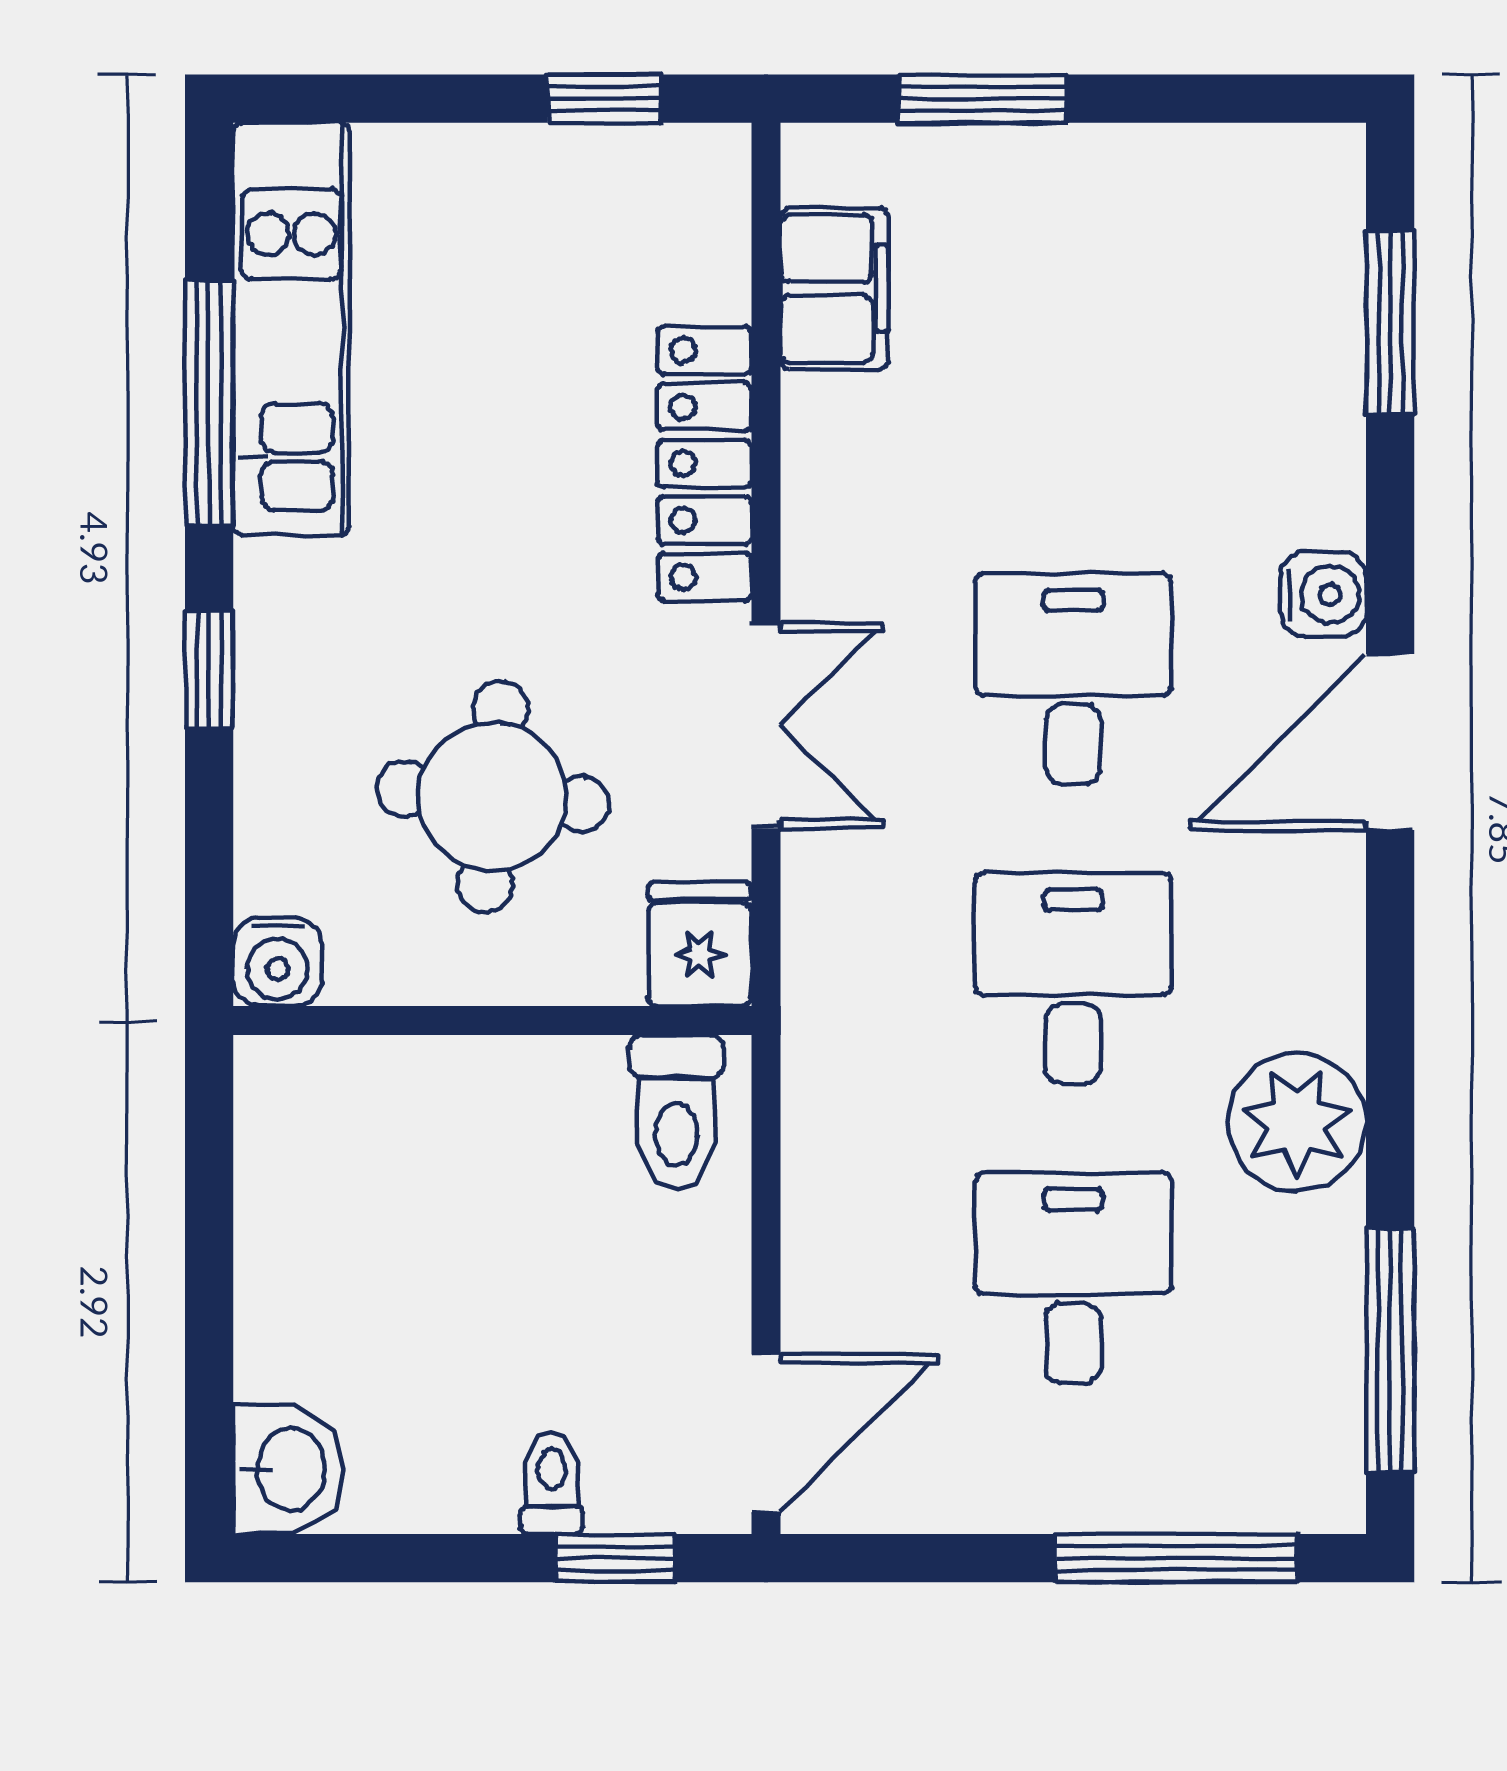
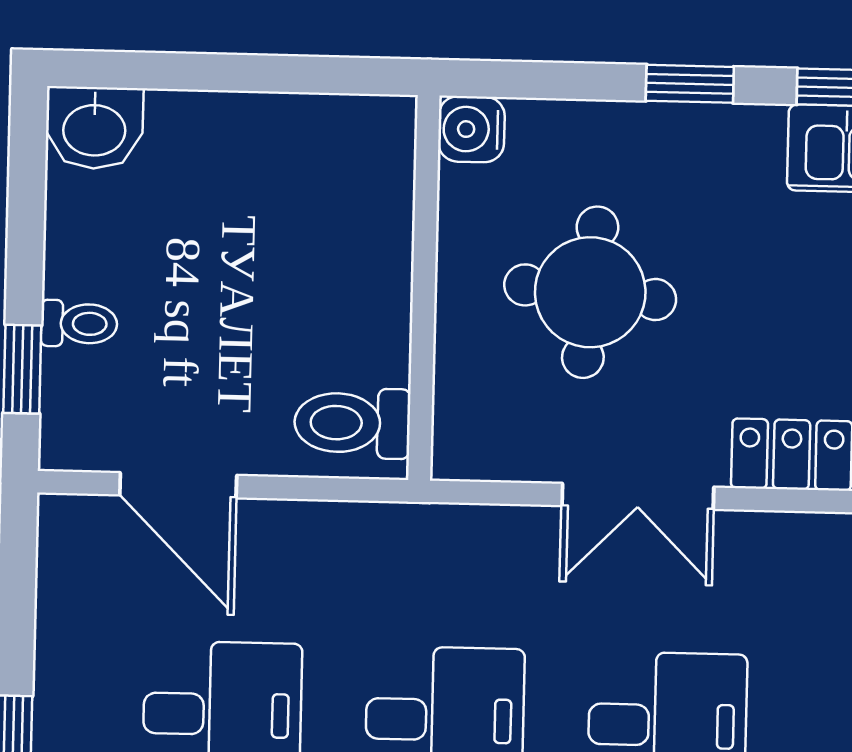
fridge: (700, 944) -> (477, 443), removed
door: (766, 1433) -> (178, 485), moved

